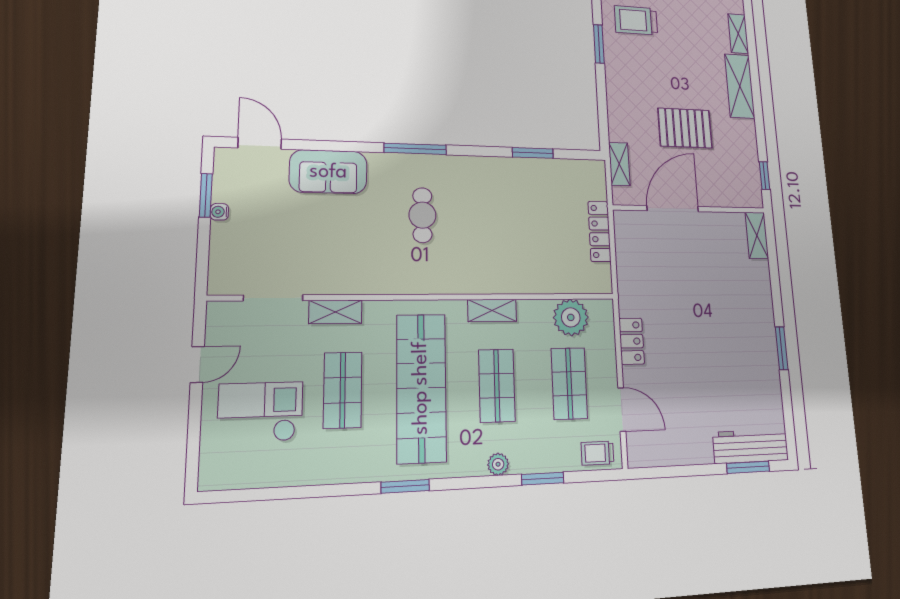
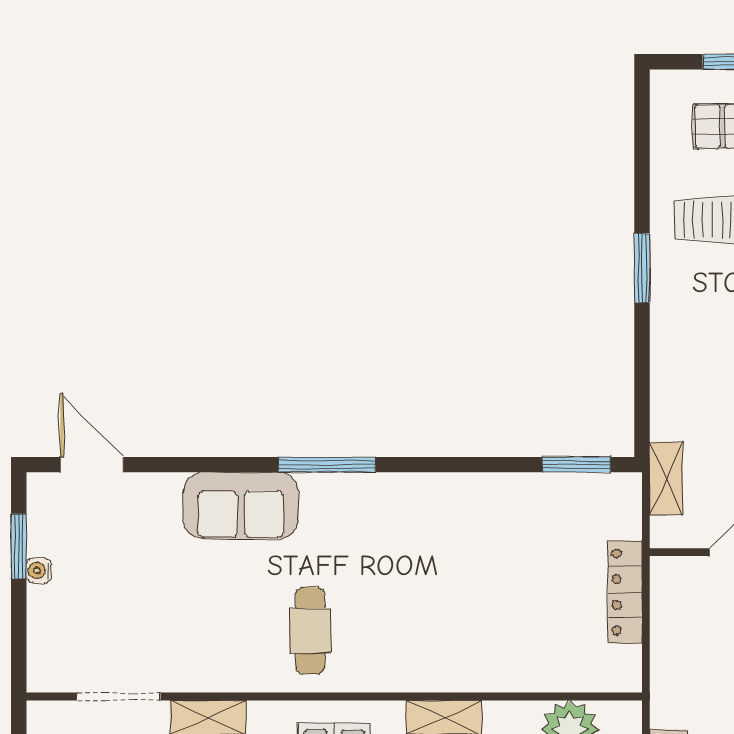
window: (533, 153) -> (577, 465), moved
sofa: (328, 172) -> (241, 506), moved
cafe table: (422, 215) -> (310, 631), moved

